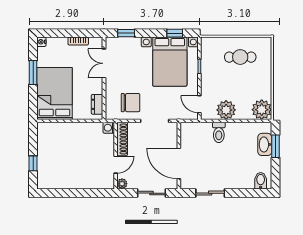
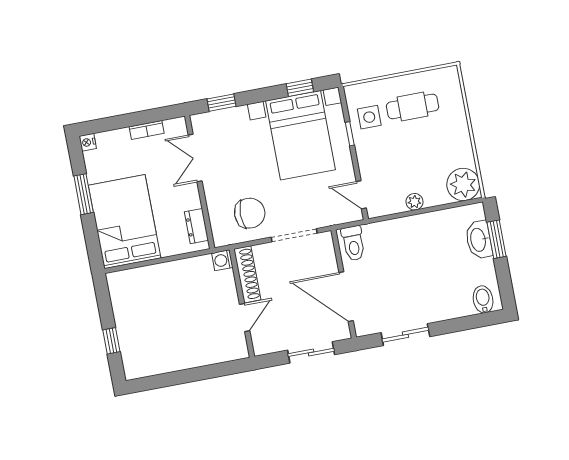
side table: (213, 59) -> (369, 117), added
plant: (226, 110) -> (415, 202), width x0.53, depth x0.53
toilet: (219, 132) -> (353, 243), moved
plant: (122, 184) -> (261, 346), removed

